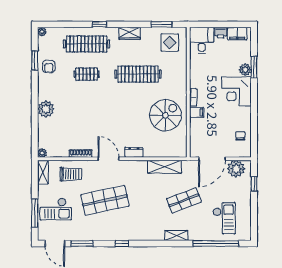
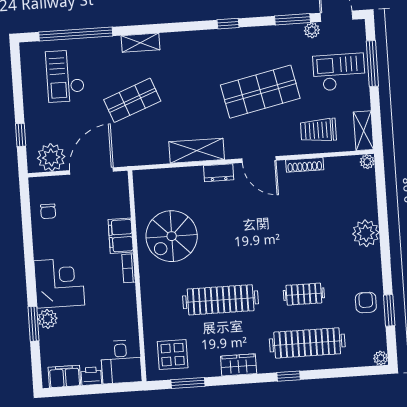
filing cabinet: (197, 112) -> (121, 236), width x2.00
shelving: (165, 167) -> (197, 151), moved
plant: (71, 236) -> (312, 30), added

